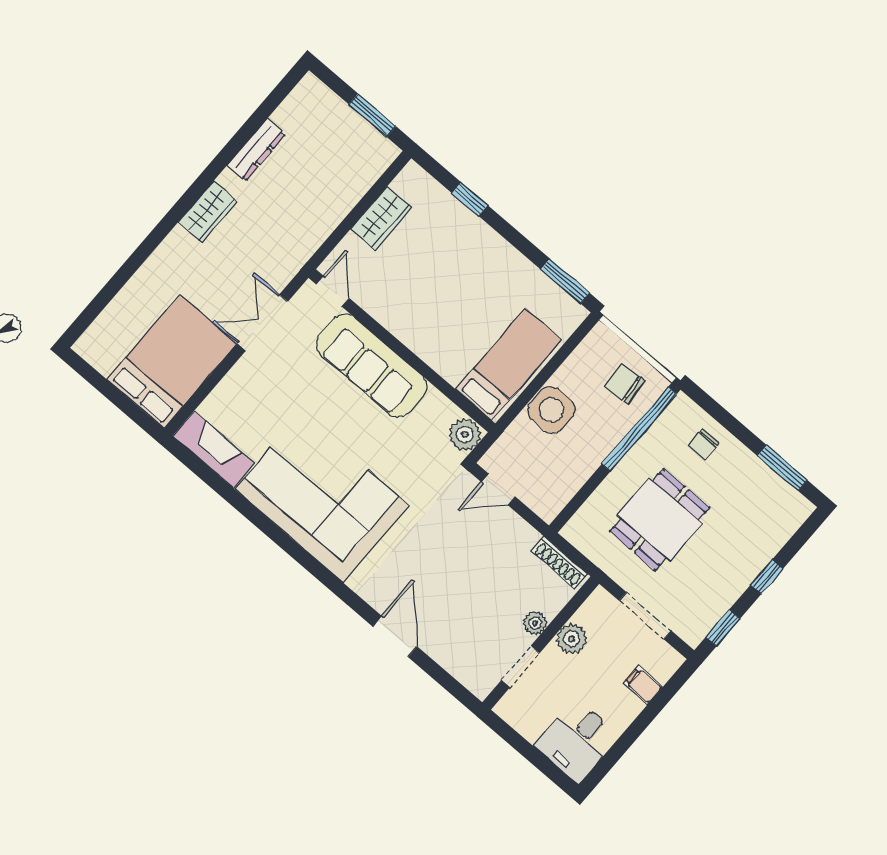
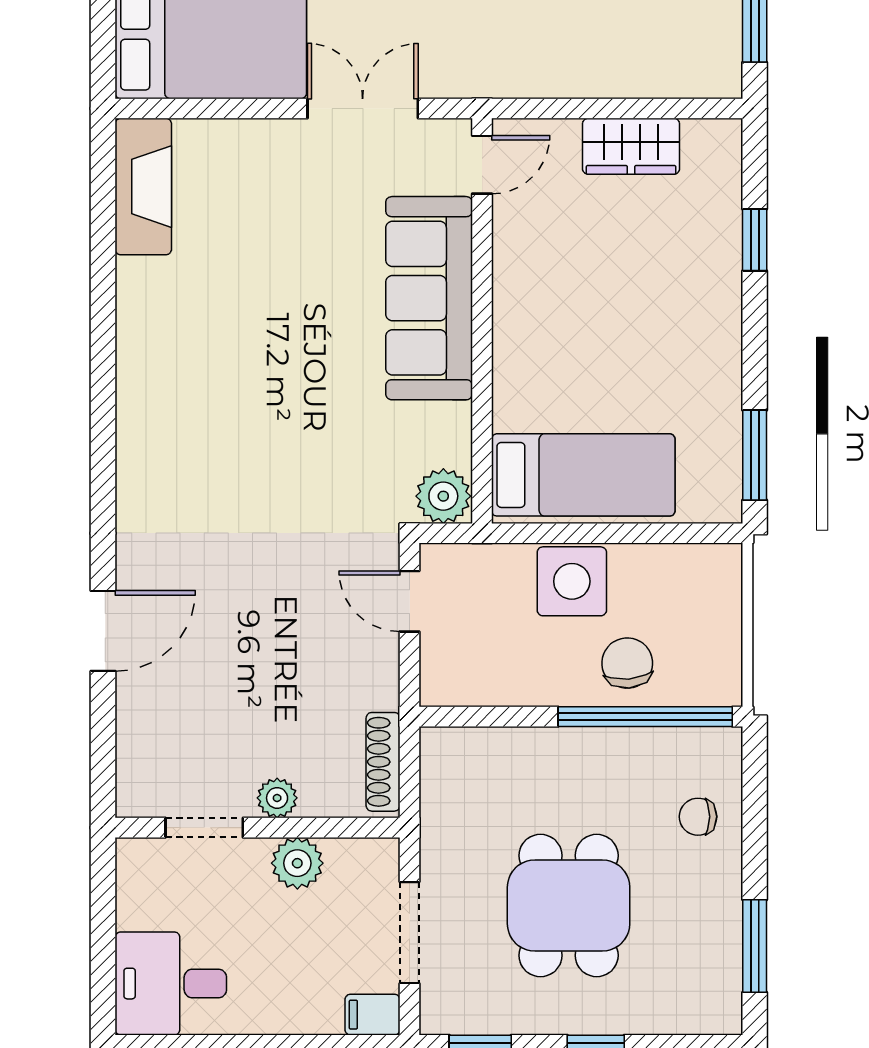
chair: (624, 384) -> (627, 663), moved
corner sofa: (322, 497) -> (202, 381), removed
dining table: (660, 519) -> (569, 905), moved, turned 90
filing cabinet: (643, 685) -> (372, 1015), moved, turned -90

